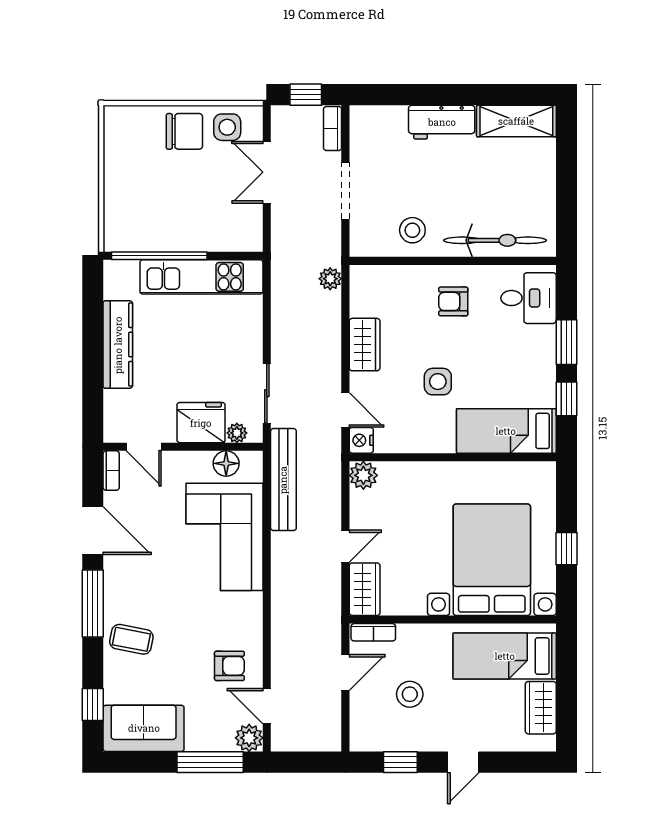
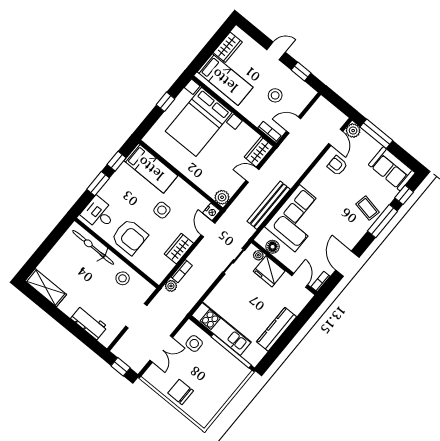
workbench: (442, 122) -> (89, 323), moved
side table: (227, 127) -> (194, 343), moved
bookcase: (333, 129) -> (182, 271), moved
armchair: (453, 301) -> (130, 237), width x1.88, depth x1.88
bench: (283, 480) -> (269, 205), moved
window: (93, 603) -> (382, 221), moved

